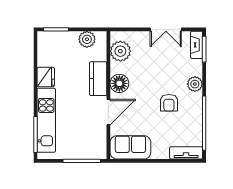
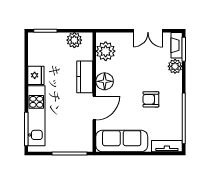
plant: (195, 84) -> (175, 66), moved
armchair: (169, 103) -> (151, 99), turned 90
sofa: (130, 147) -> (122, 141), width x1.36

